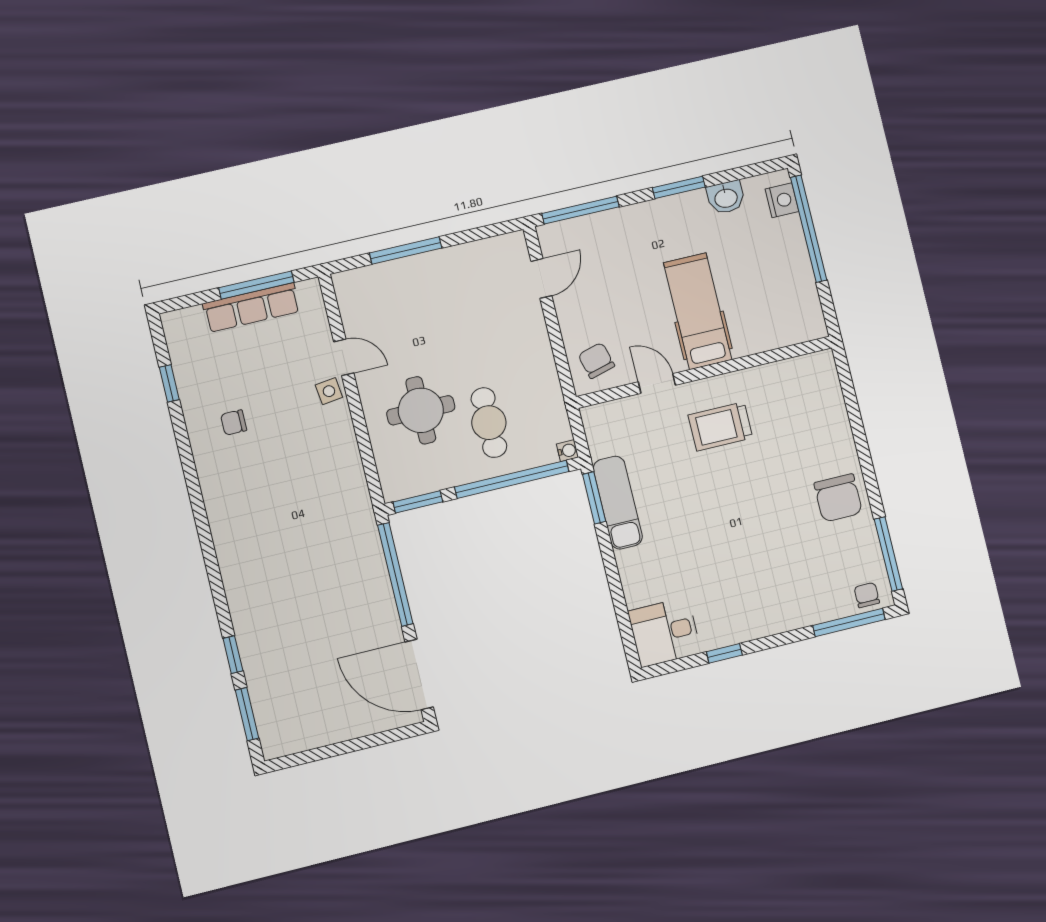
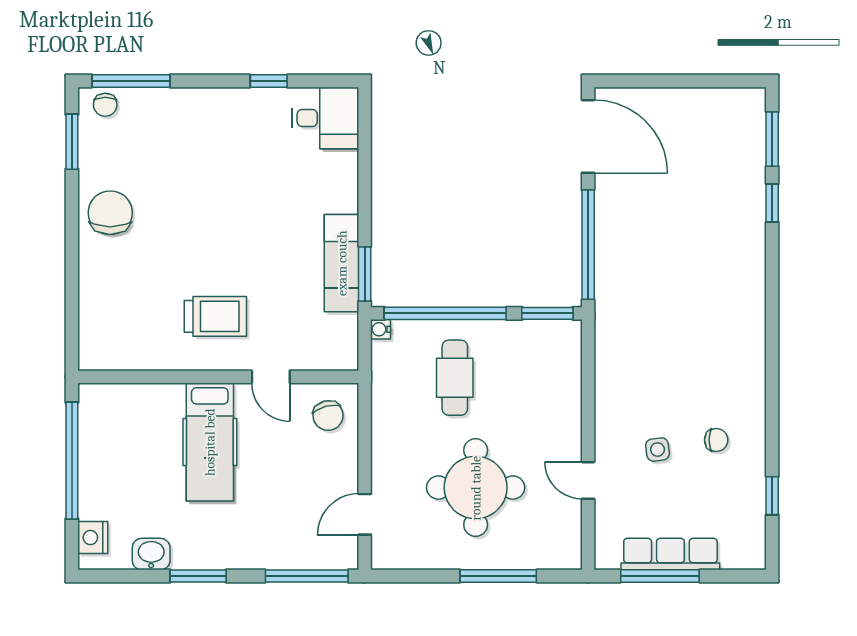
window: (809, 229) -> (72, 461), moved
side table: (329, 391) -> (658, 450), moved
round table: (421, 410) -> (476, 488), moved, width x1.36, depth x1.36
window: (888, 554) -> (72, 142), width x0.69

